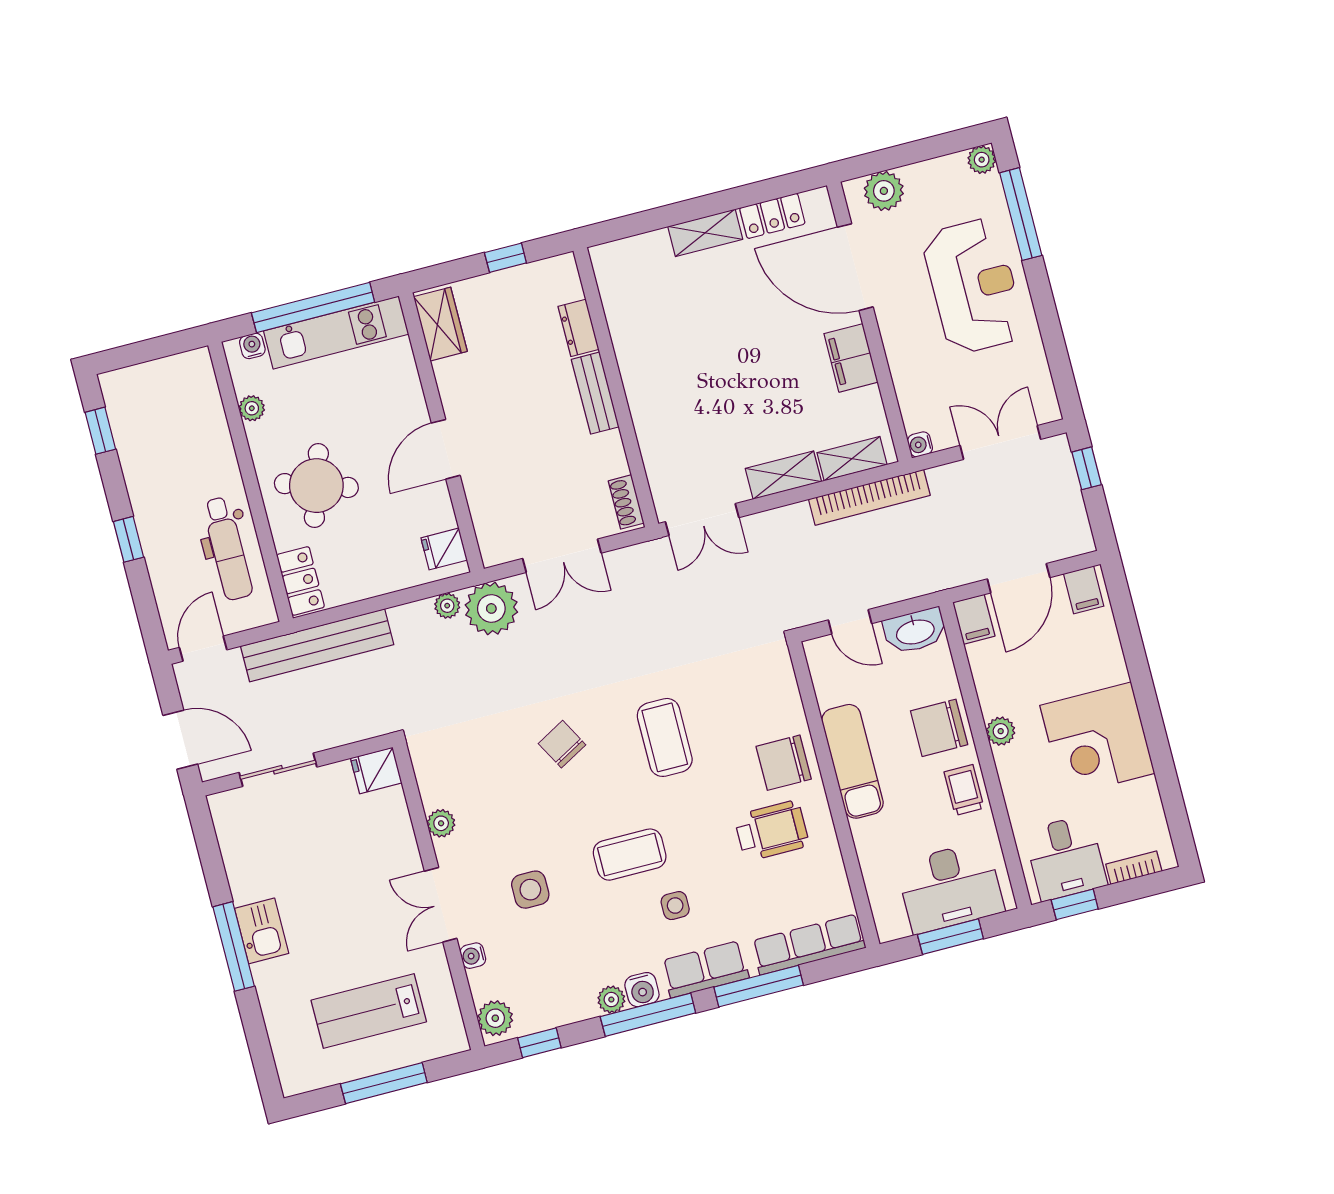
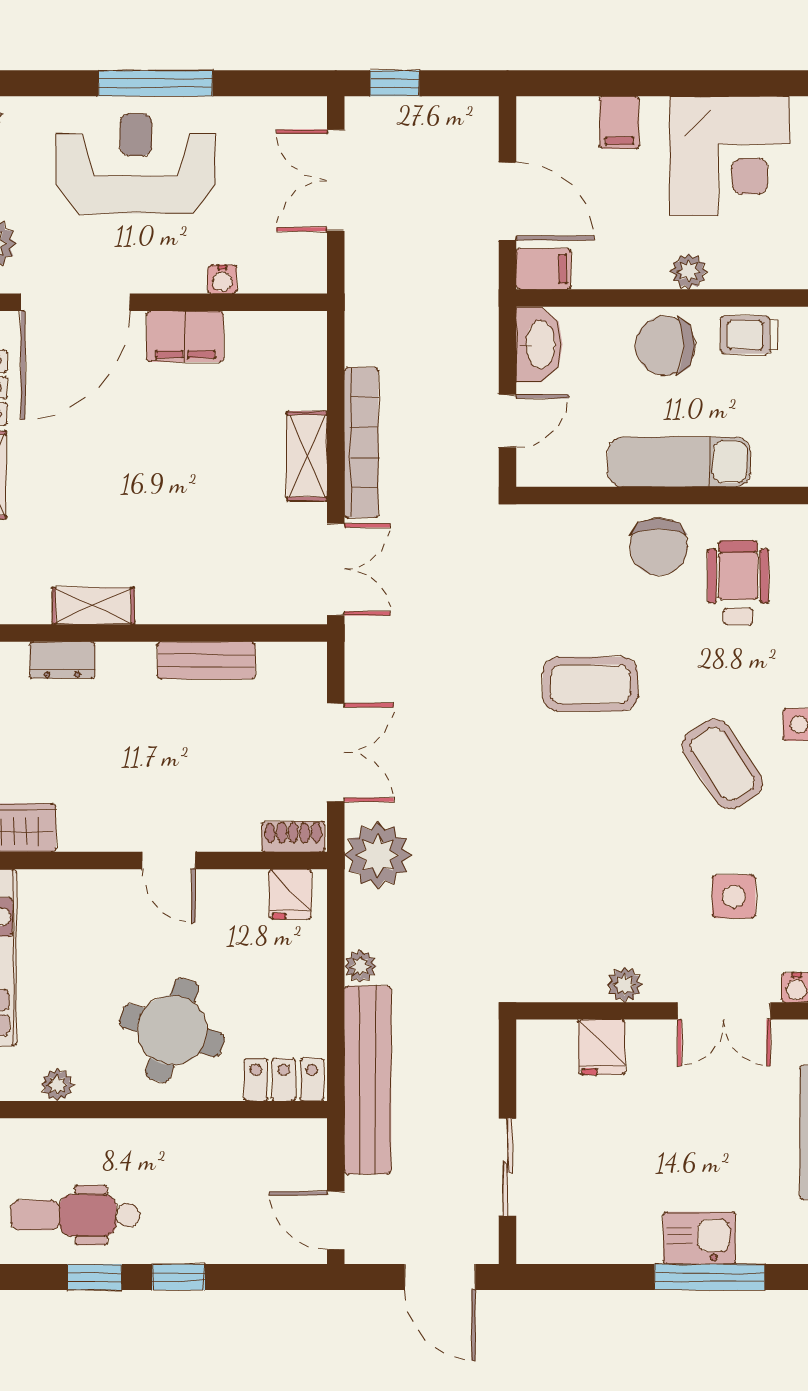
window: (1021, 214) -> (155, 83), moved
bench: (595, 393) -> (206, 660), moved
window: (100, 431) -> (94, 1277), moved
water cooler: (920, 444) -> (222, 279), moved
door: (446, 449) -> (169, 861), width x0.73
shelving: (852, 459) -> (93, 606), moved, turned 90
bookcase: (869, 497) -> (361, 443), moved
shoe rack: (626, 502) -> (293, 837), moved, turned 180
dental chair: (228, 549) -> (75, 1215), moved, turned 180
filing cabinet: (1084, 590) -> (619, 122), moved, turned 90
plant: (447, 606) -> (360, 966), moved
chair: (939, 728) -> (665, 346), turned 90
door: (180, 740) -> (440, 1277), swing flipped
chair: (562, 744) -> (566, 812), removed
fridge: (376, 770) -> (602, 1047), moved
coffee table: (630, 855) -> (722, 764), turned -34

